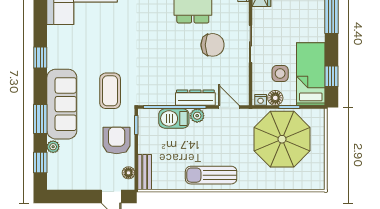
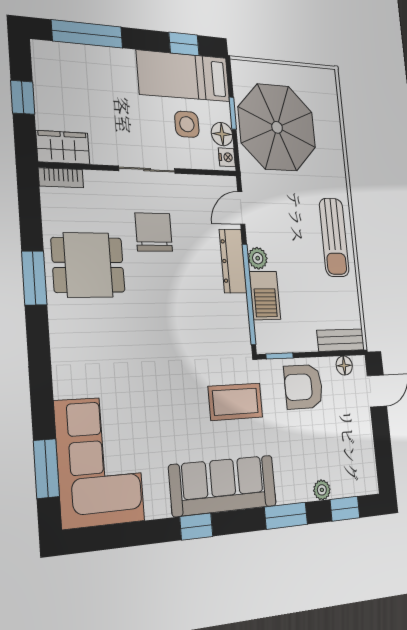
sofa: (62, 104) -> (223, 486), moved

